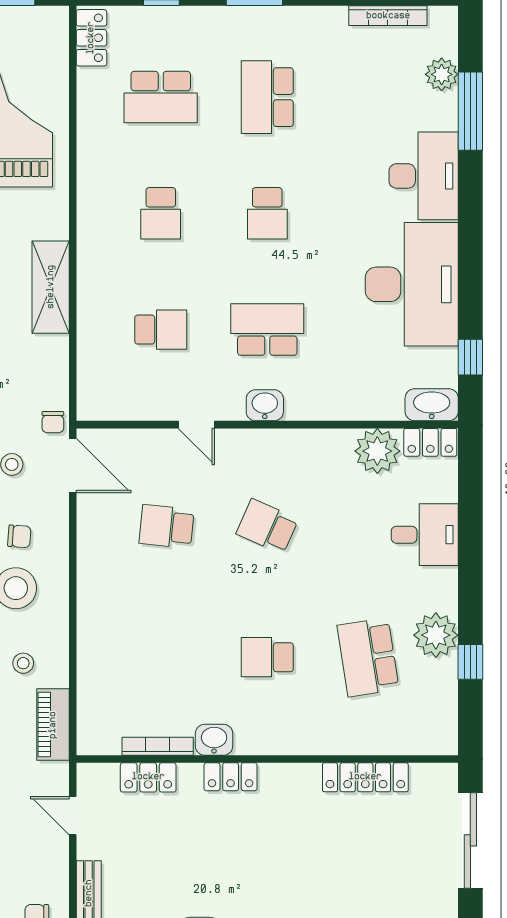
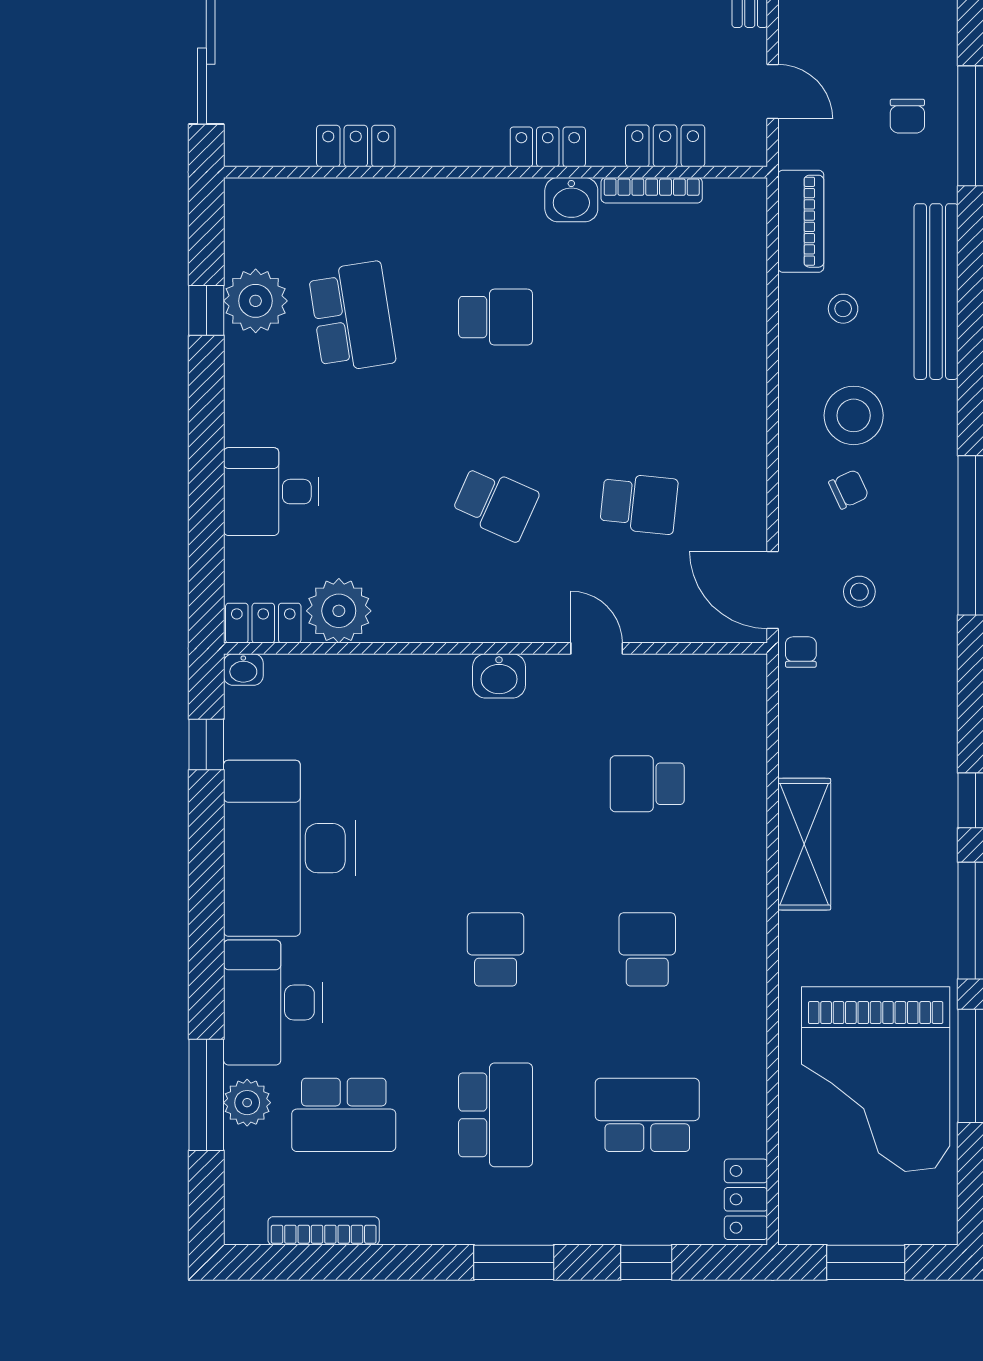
plant: (442, 74) -> (247, 1103), moved
school desk: (267, 330) -> (344, 1115), moved
washbasin: (432, 405) -> (243, 670), width x0.52, depth x0.69
chair: (19, 536) -> (849, 489), turned 151
plant: (436, 635) -> (256, 301), moved
locker: (365, 777) -> (356, 146), width x0.66

